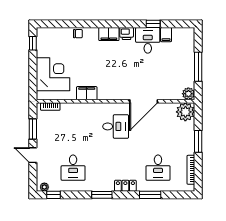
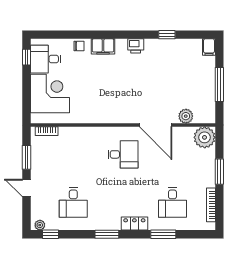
filing cabinet: (109, 34) -> (103, 46), moved
filing cabinet: (166, 35) -> (209, 47), moved
desk: (148, 40) -> (46, 59), moved, turned -90
filing cabinet: (87, 93) -> (89, 116), removed
plant: (188, 94) -> (186, 116), moved
door: (144, 101) -> (156, 125), hinge flipped

